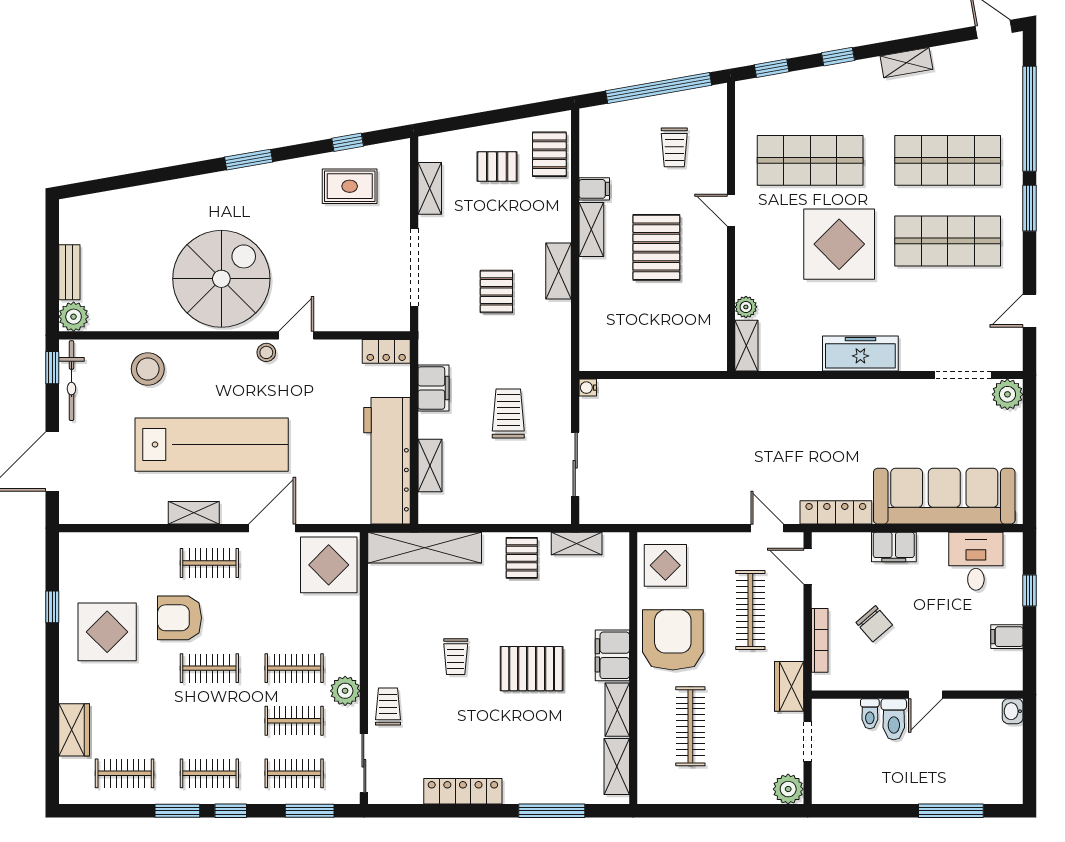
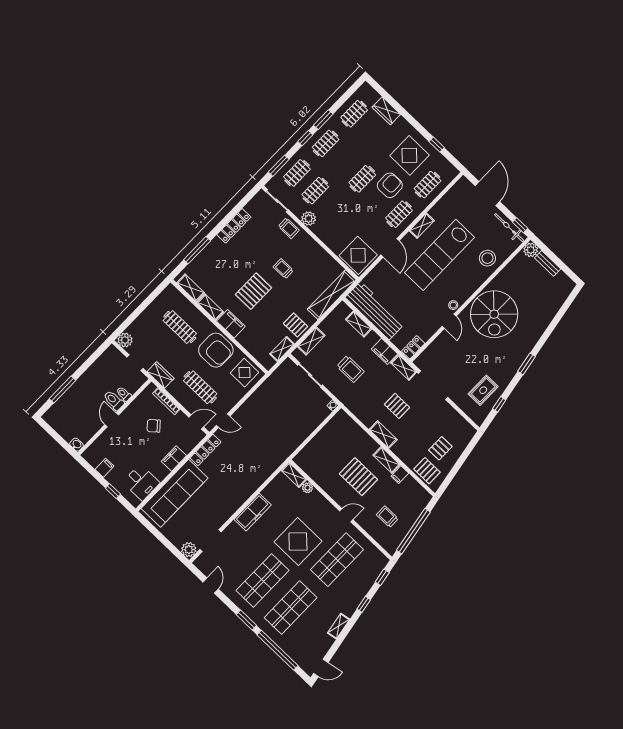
shelving: (430, 188) -> (404, 367), moved
shelving: (523, 512) -> (311, 341), added
clothes rail: (294, 668) -> (428, 185), moved

